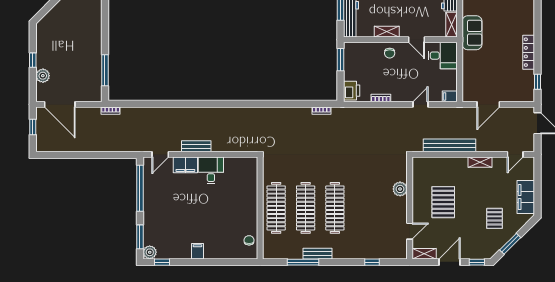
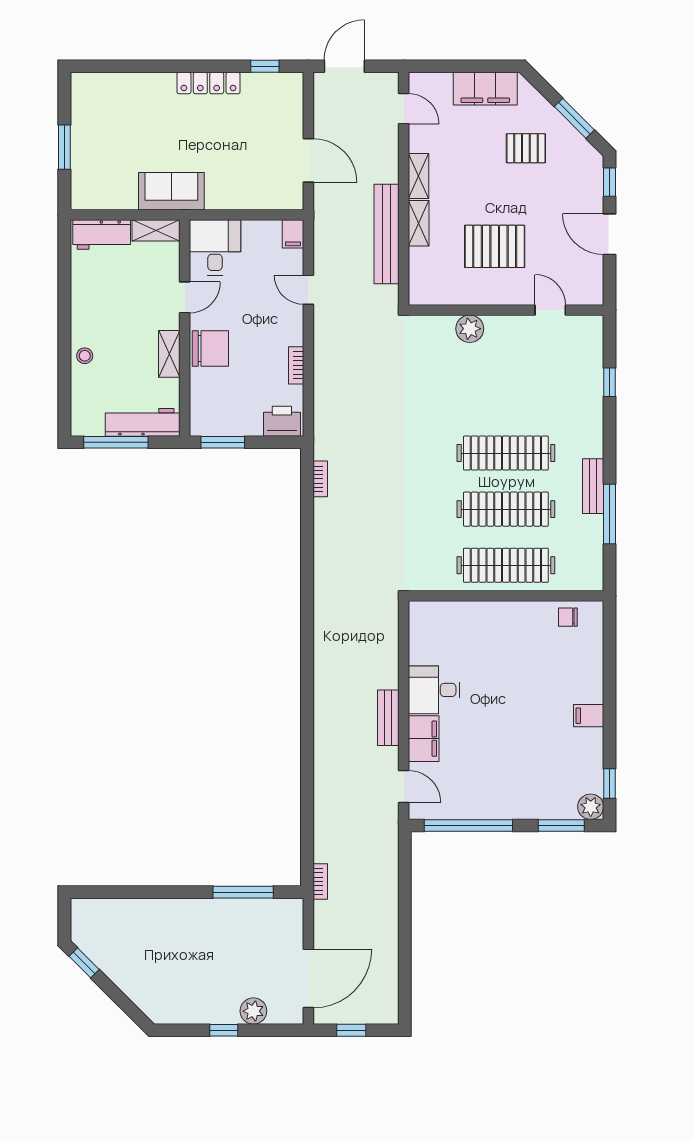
chair: (390, 53) -> (210, 348), width x1.87, depth x1.87
shelving: (424, 254) -> (419, 223), moved

